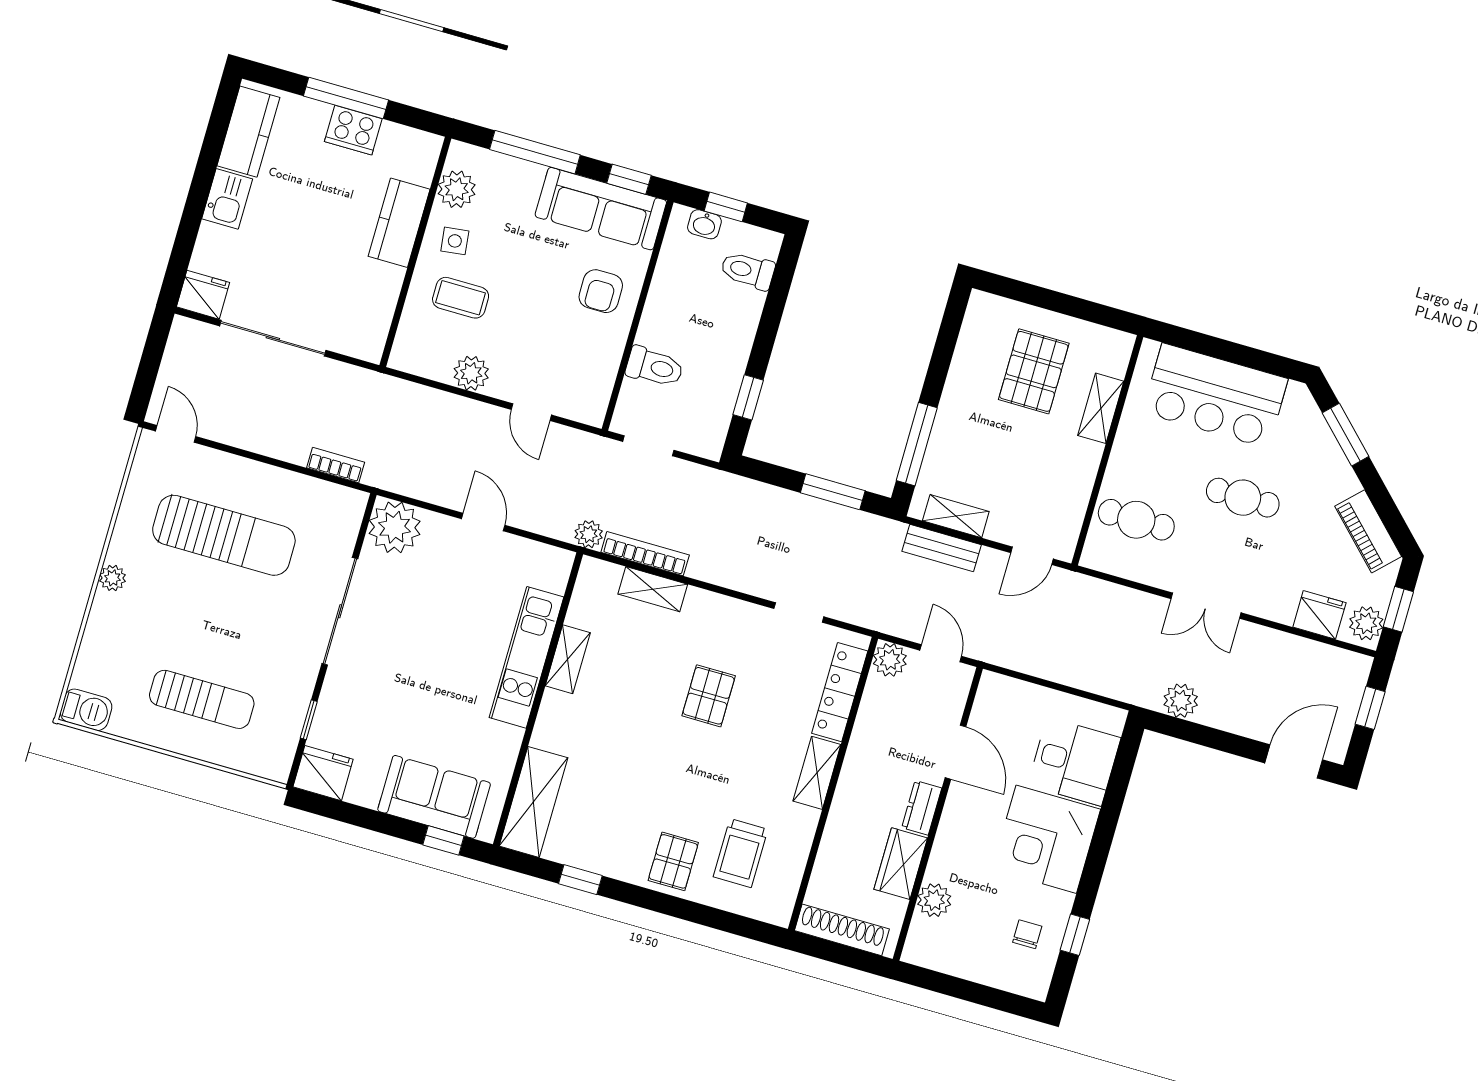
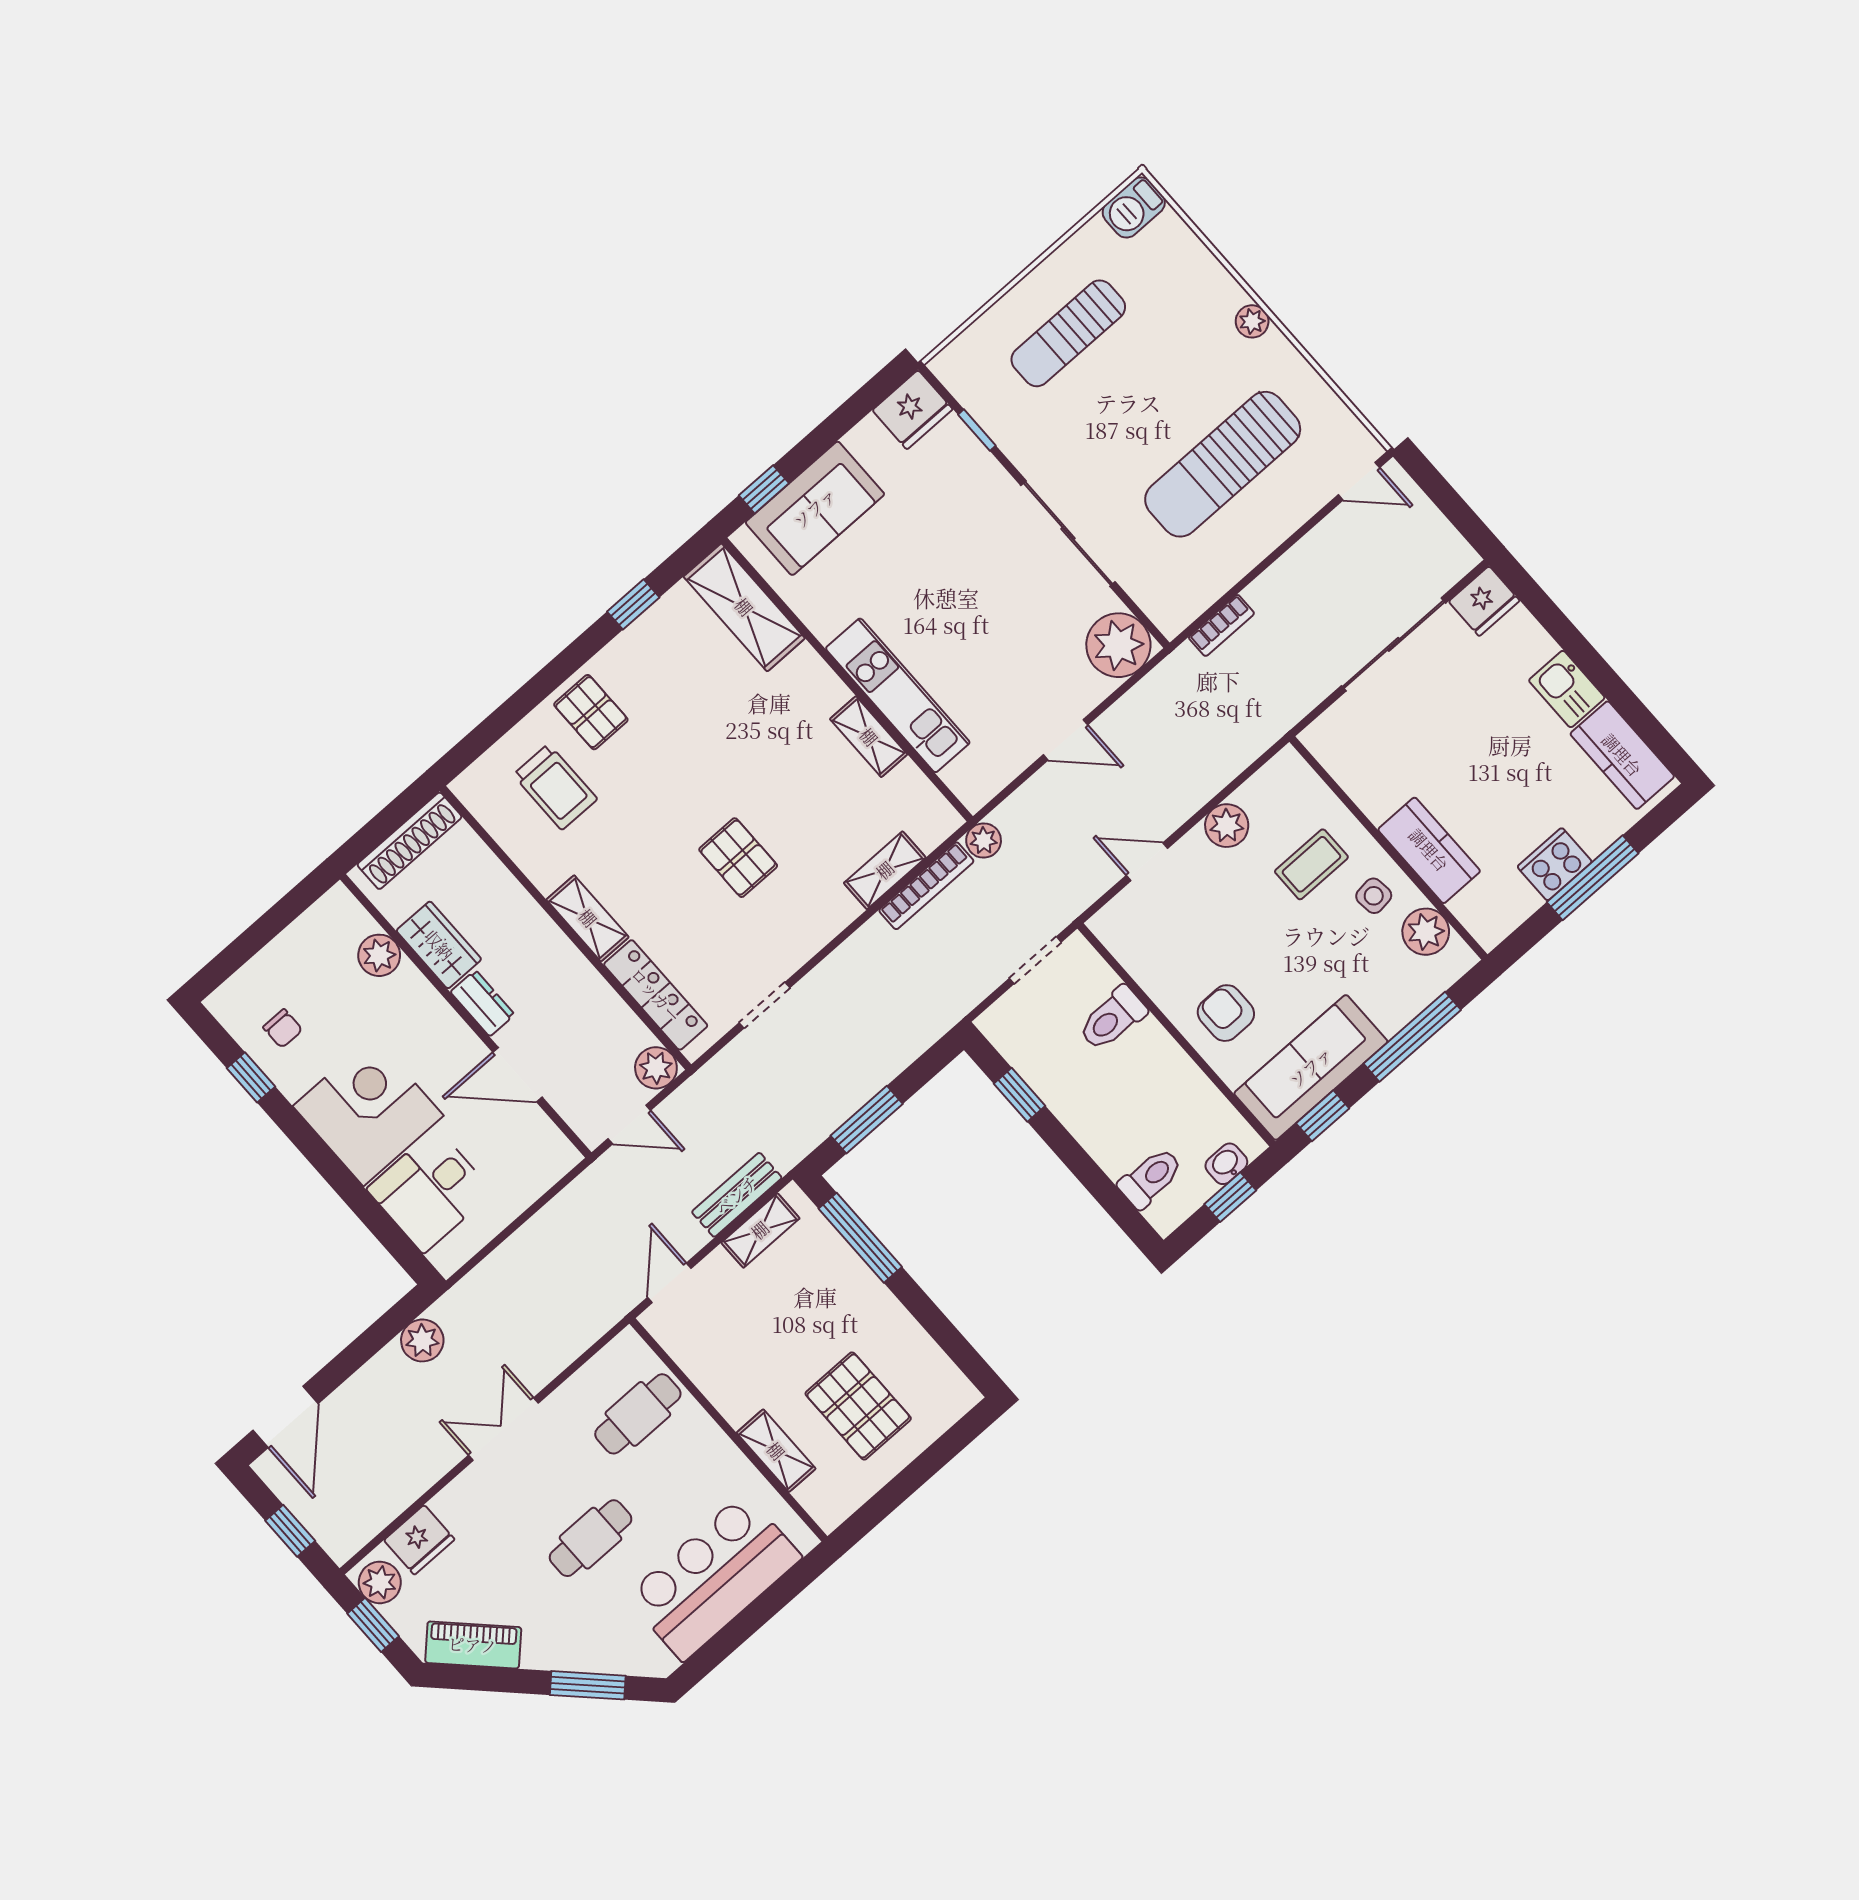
trolley: (741, 853) -> (555, 787), turned 180

